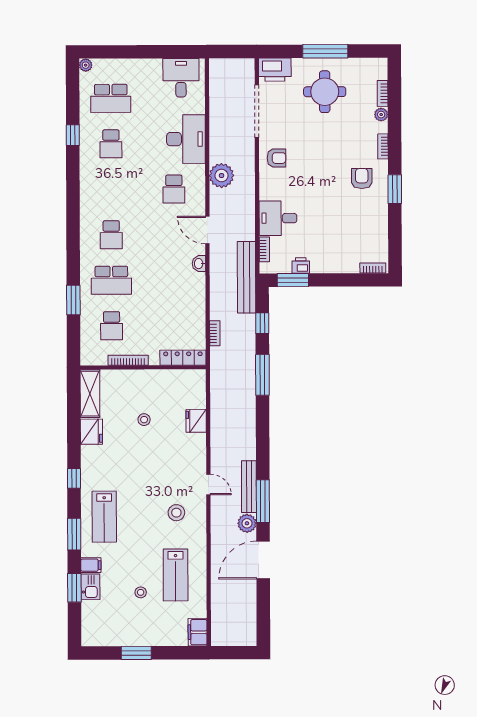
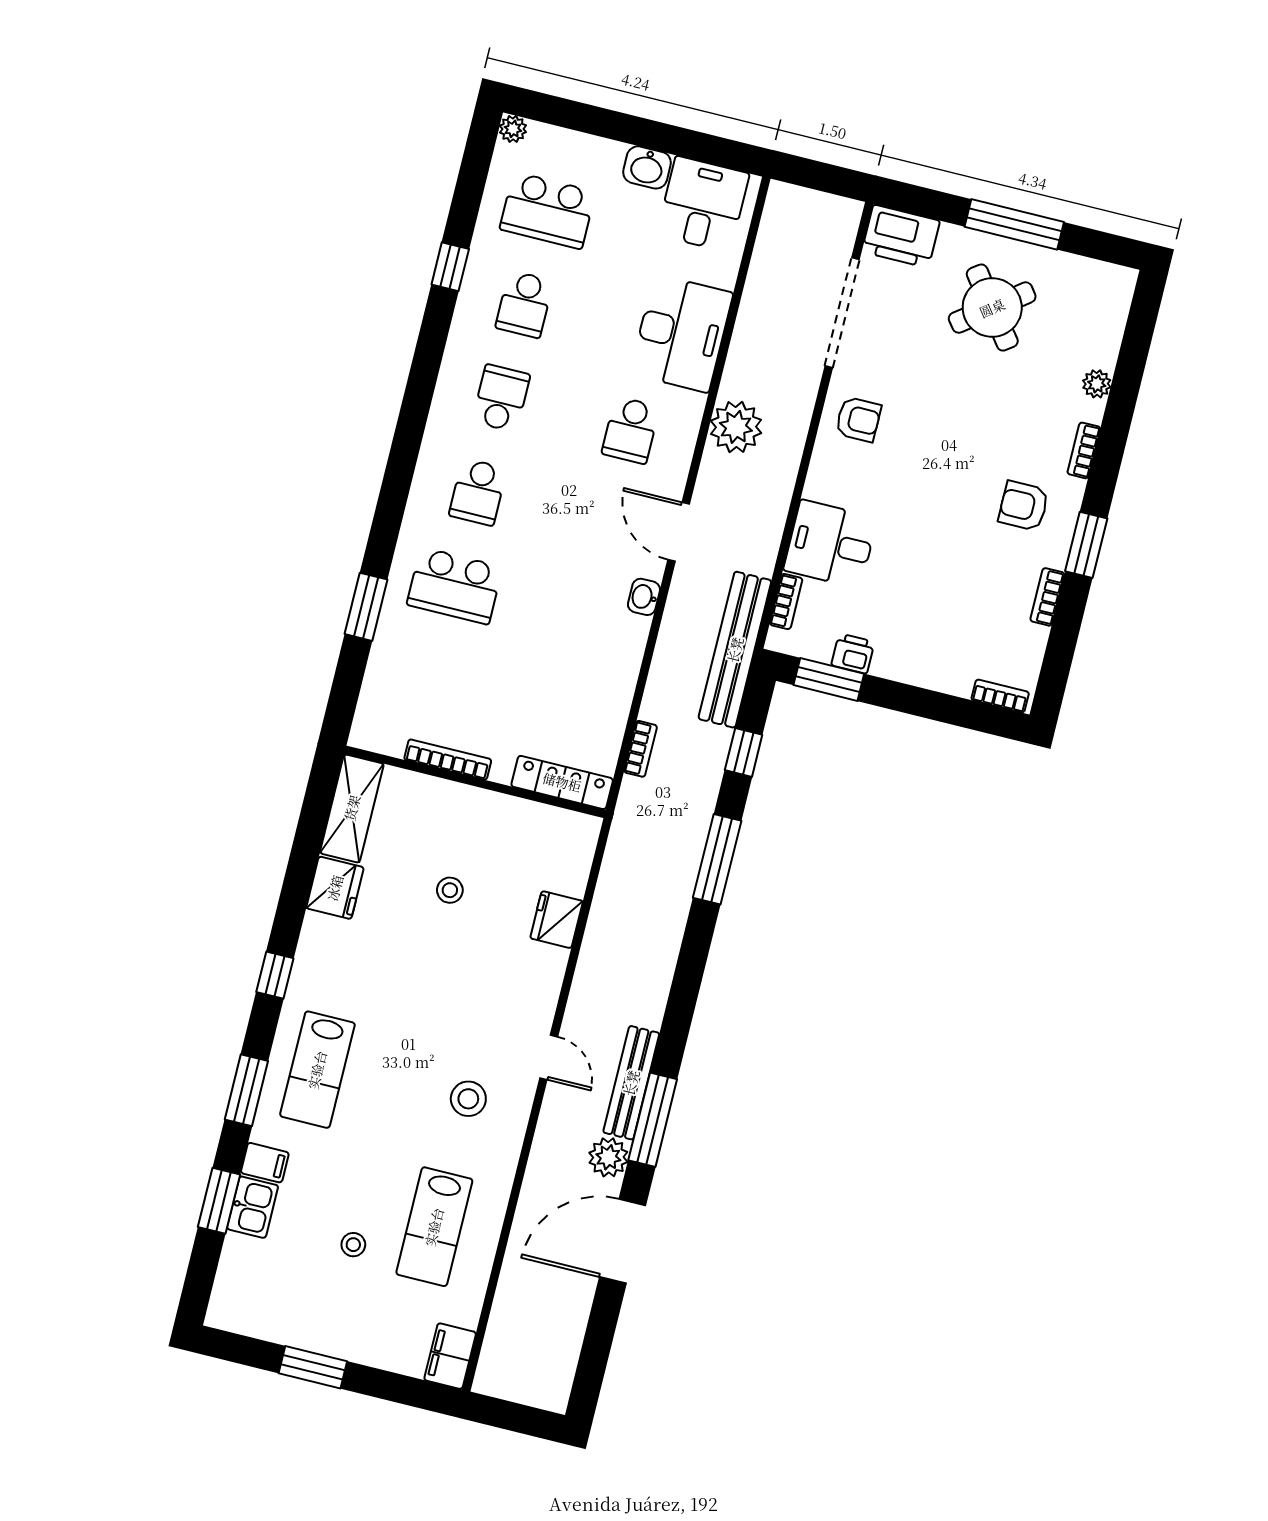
washbasin: (151, 67) -> (647, 167), added
round table: (325, 92) -> (992, 308), turned -37
bookcase: (383, 93) -> (1047, 597), moved
armchair: (362, 179) -> (1024, 506), turned -90
school desk: (112, 326) -> (501, 398), moved, turned 180

